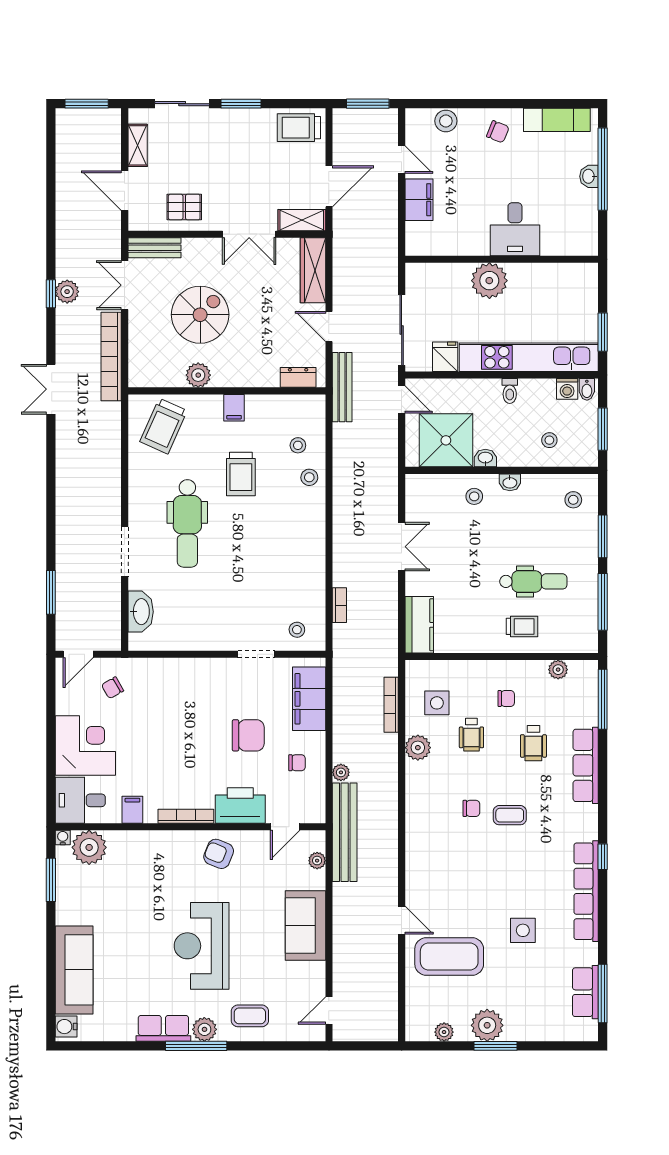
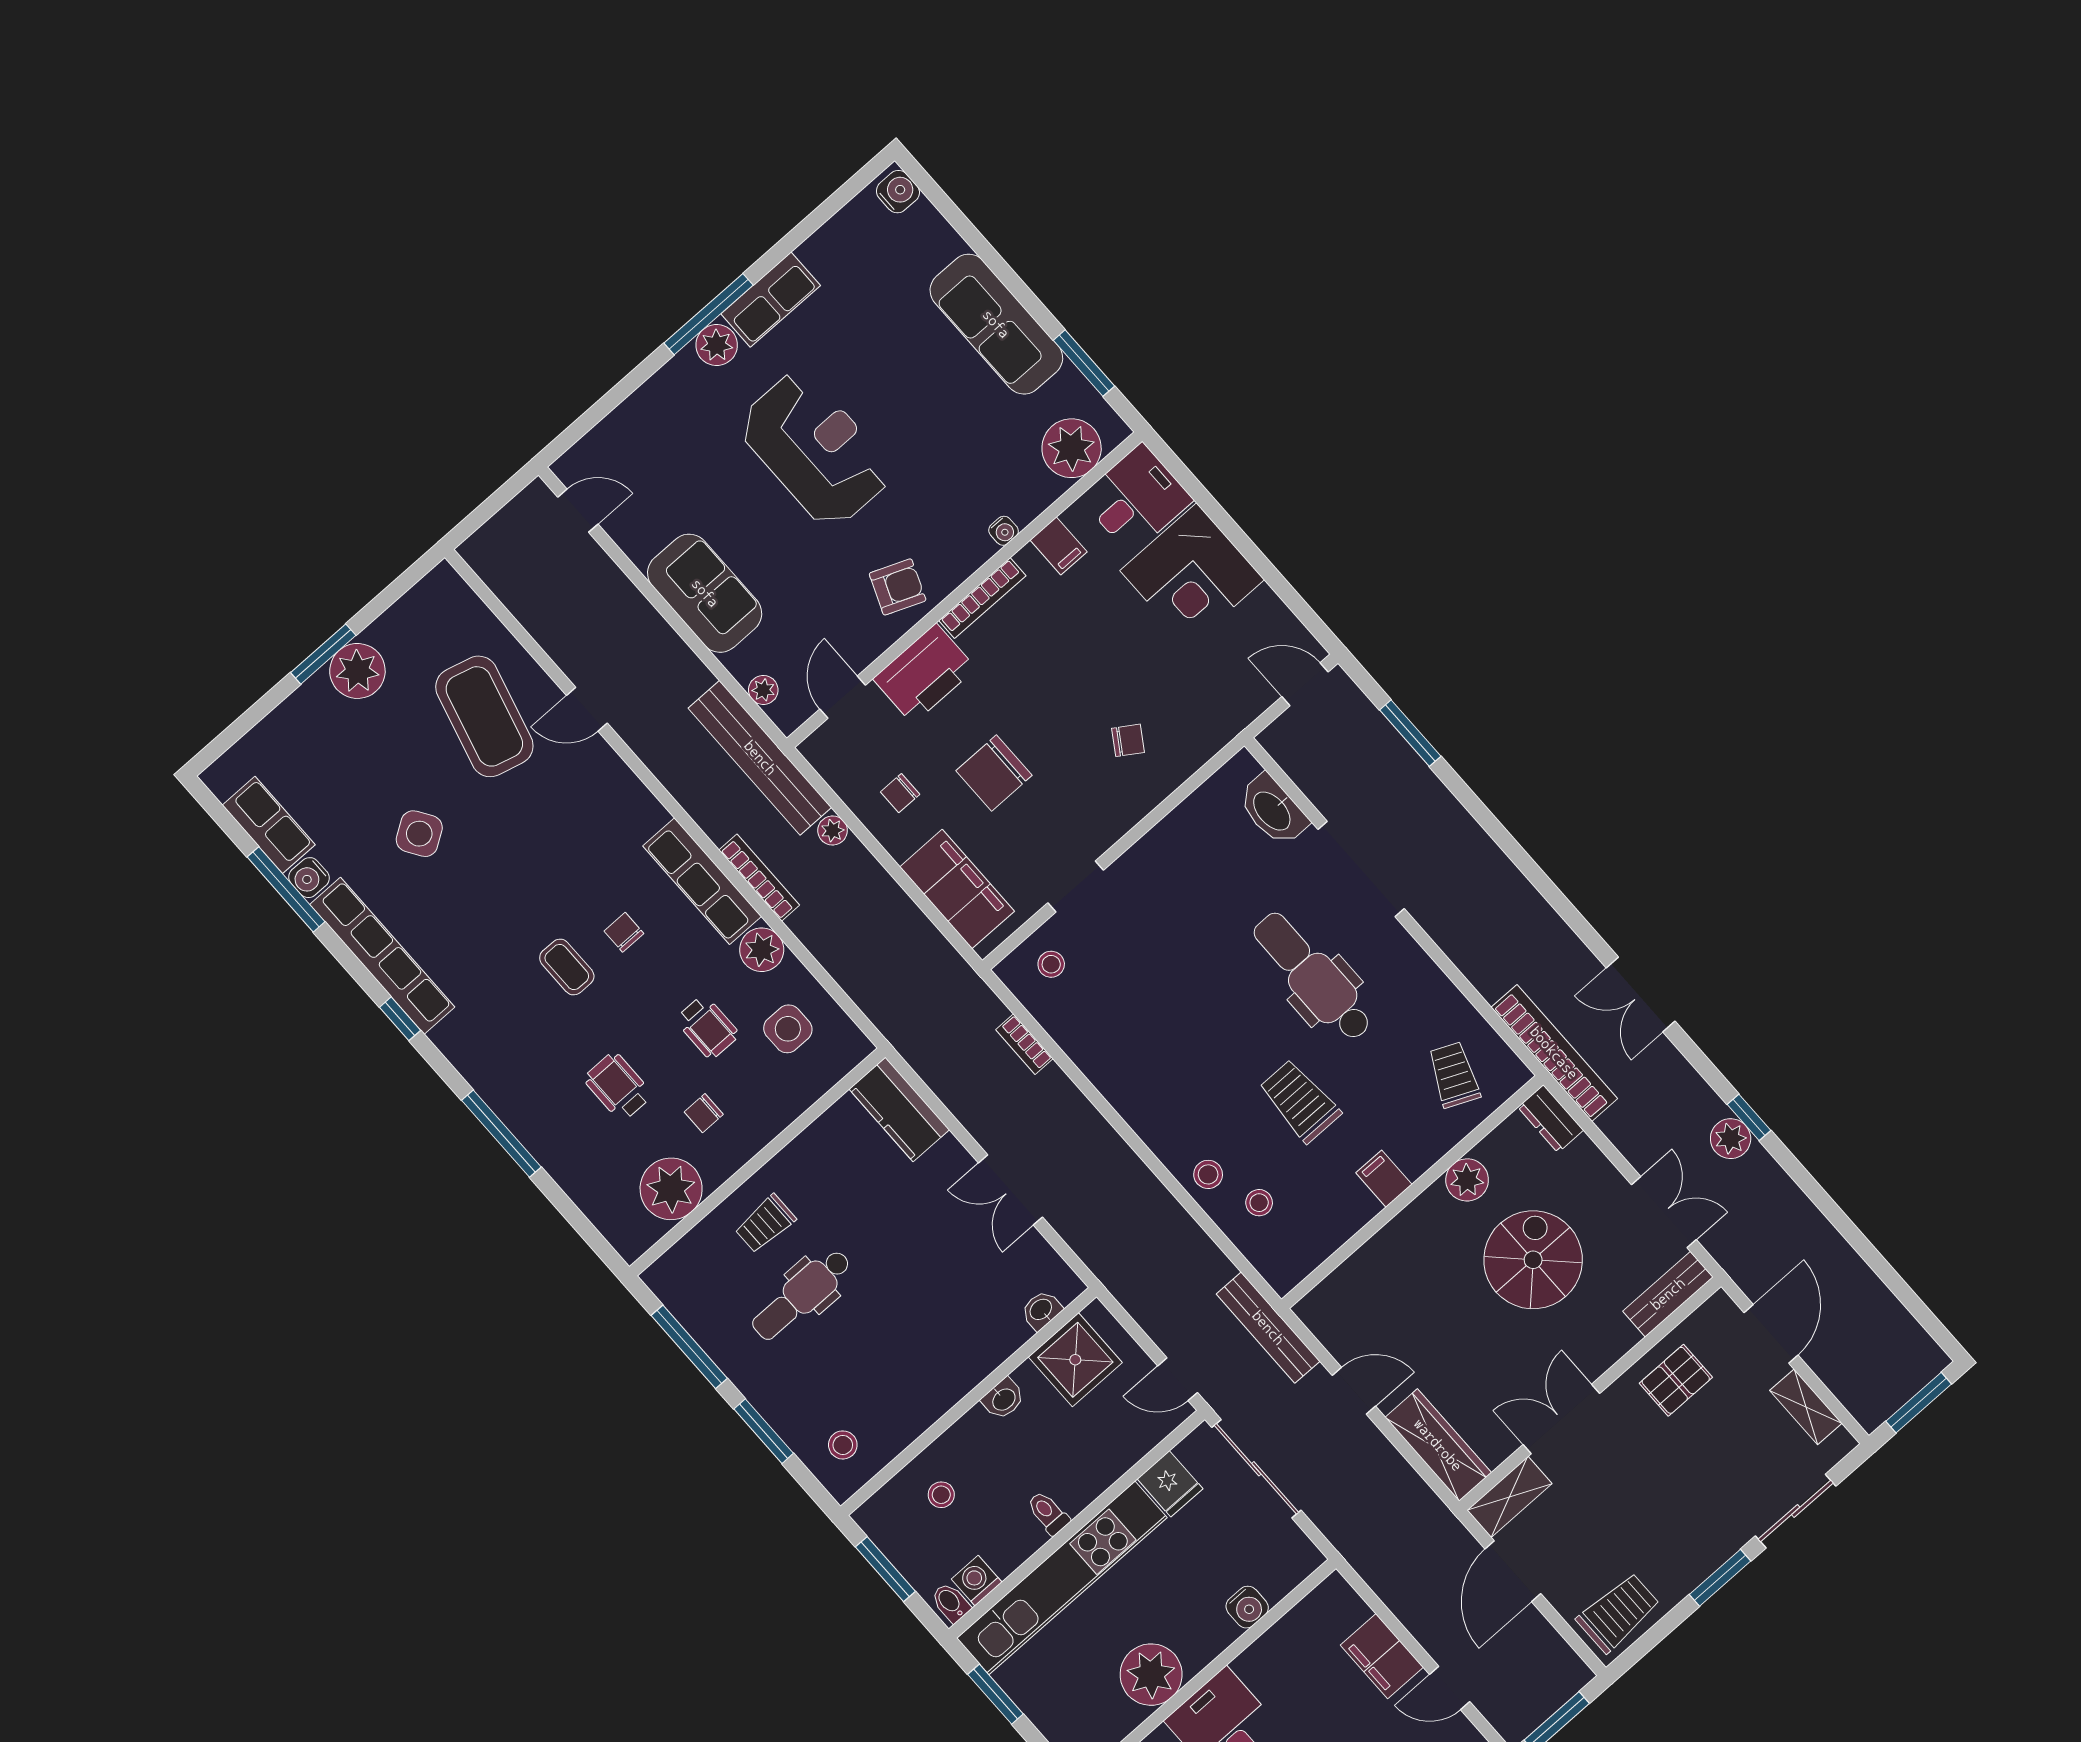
door: (125, 191) -> (1771, 1334), hinge flipped
water cooler: (459, 273) -> (1247, 1607), added
plant: (489, 281) -> (1151, 1675), moved
spiral stairs: (200, 315) -> (1533, 1260), turned 180
bookcase: (111, 357) -> (1554, 1053), moved
dresser: (298, 377) -> (1551, 1119), moved, turned 90
double door: (51, 389) -> (1641, 995), swing flipped
trolley: (163, 426) -> (1454, 1075), width x0.73, depth x0.72
shower: (446, 440) -> (1075, 1360), width x0.73, depth x0.73
washbasin: (510, 482) -> (1041, 1310), moved
stool: (474, 496) -> (974, 1337), removed
doorway: (125, 552) -> (1361, 869), width x1.36
door: (78, 654) -> (1305, 684), hinge flipped
plant: (558, 670) -> (671, 1189), width x1.87, depth x1.87
chair: (113, 688) -> (1128, 740), moved, turned 63
window: (603, 699) -> (501, 1134), moved
bookcase: (391, 705) -> (759, 878), moved
wheelchair: (471, 735) -> (707, 1027), turned 180
row of seats: (586, 765) -> (702, 881), moved, turned 180
chair: (471, 808) -> (624, 932), turned 90
coffee table: (510, 815) -> (567, 967), turned 90
water cooler: (63, 838) -> (1004, 531), moved
side table: (523, 930) -> (419, 834), turned -33
water cooler: (588, 954) -> (309, 878), added
coffee table: (449, 956) -> (484, 716), turned -75
sofa: (74, 970) -> (996, 324), moved
window: (603, 993) -> (286, 889), moved
door: (329, 1010) -> (578, 511), hinge flipped
coffee table: (250, 1016) -> (674, 414), removed
plant: (444, 1032) -> (405, 613), removed

